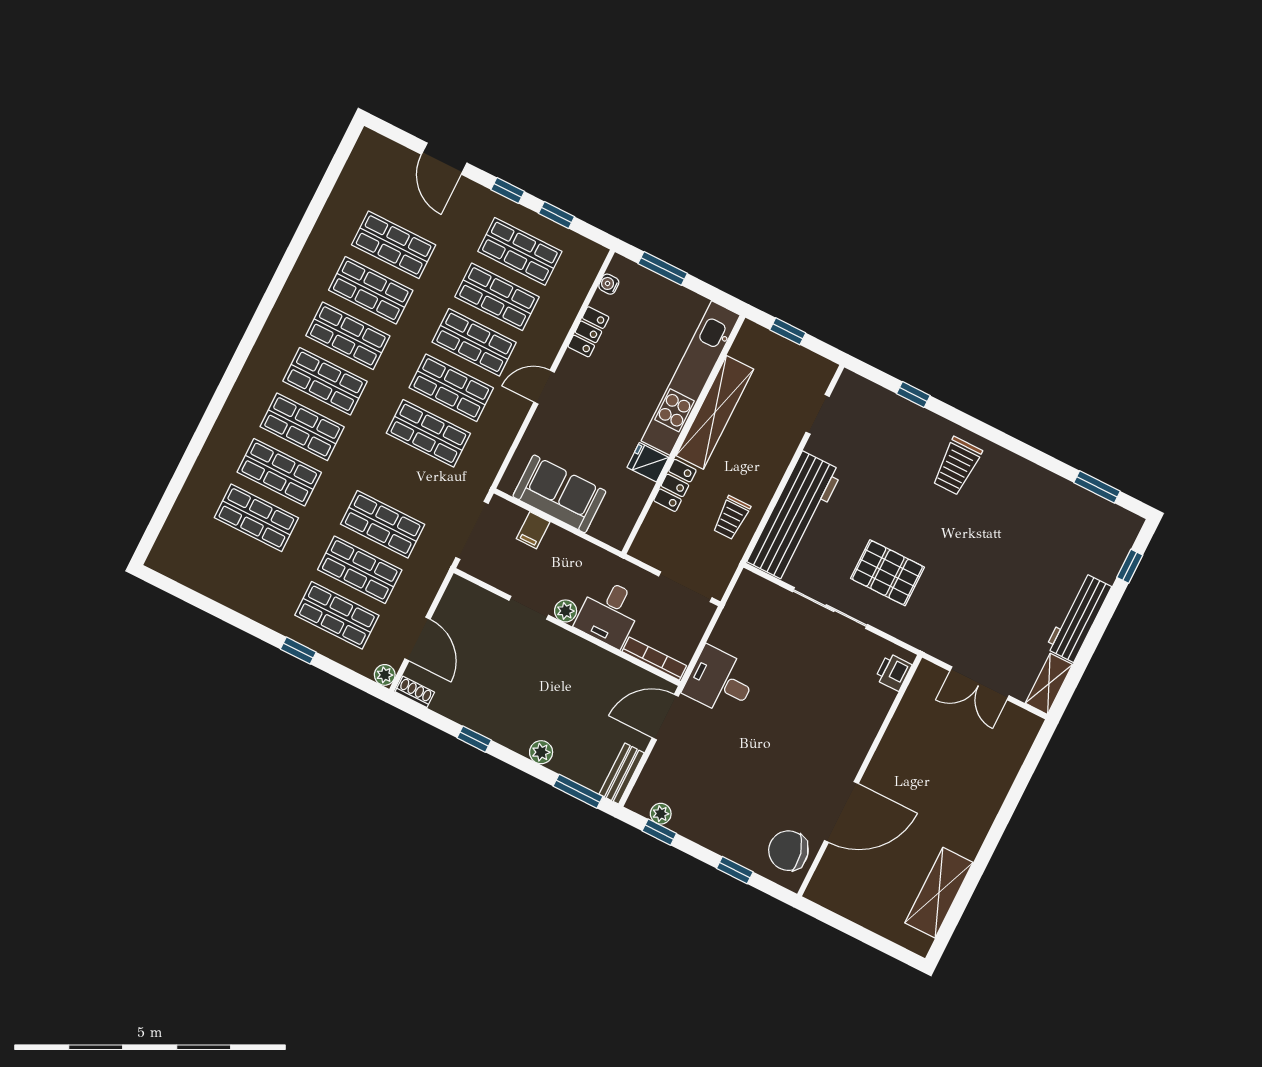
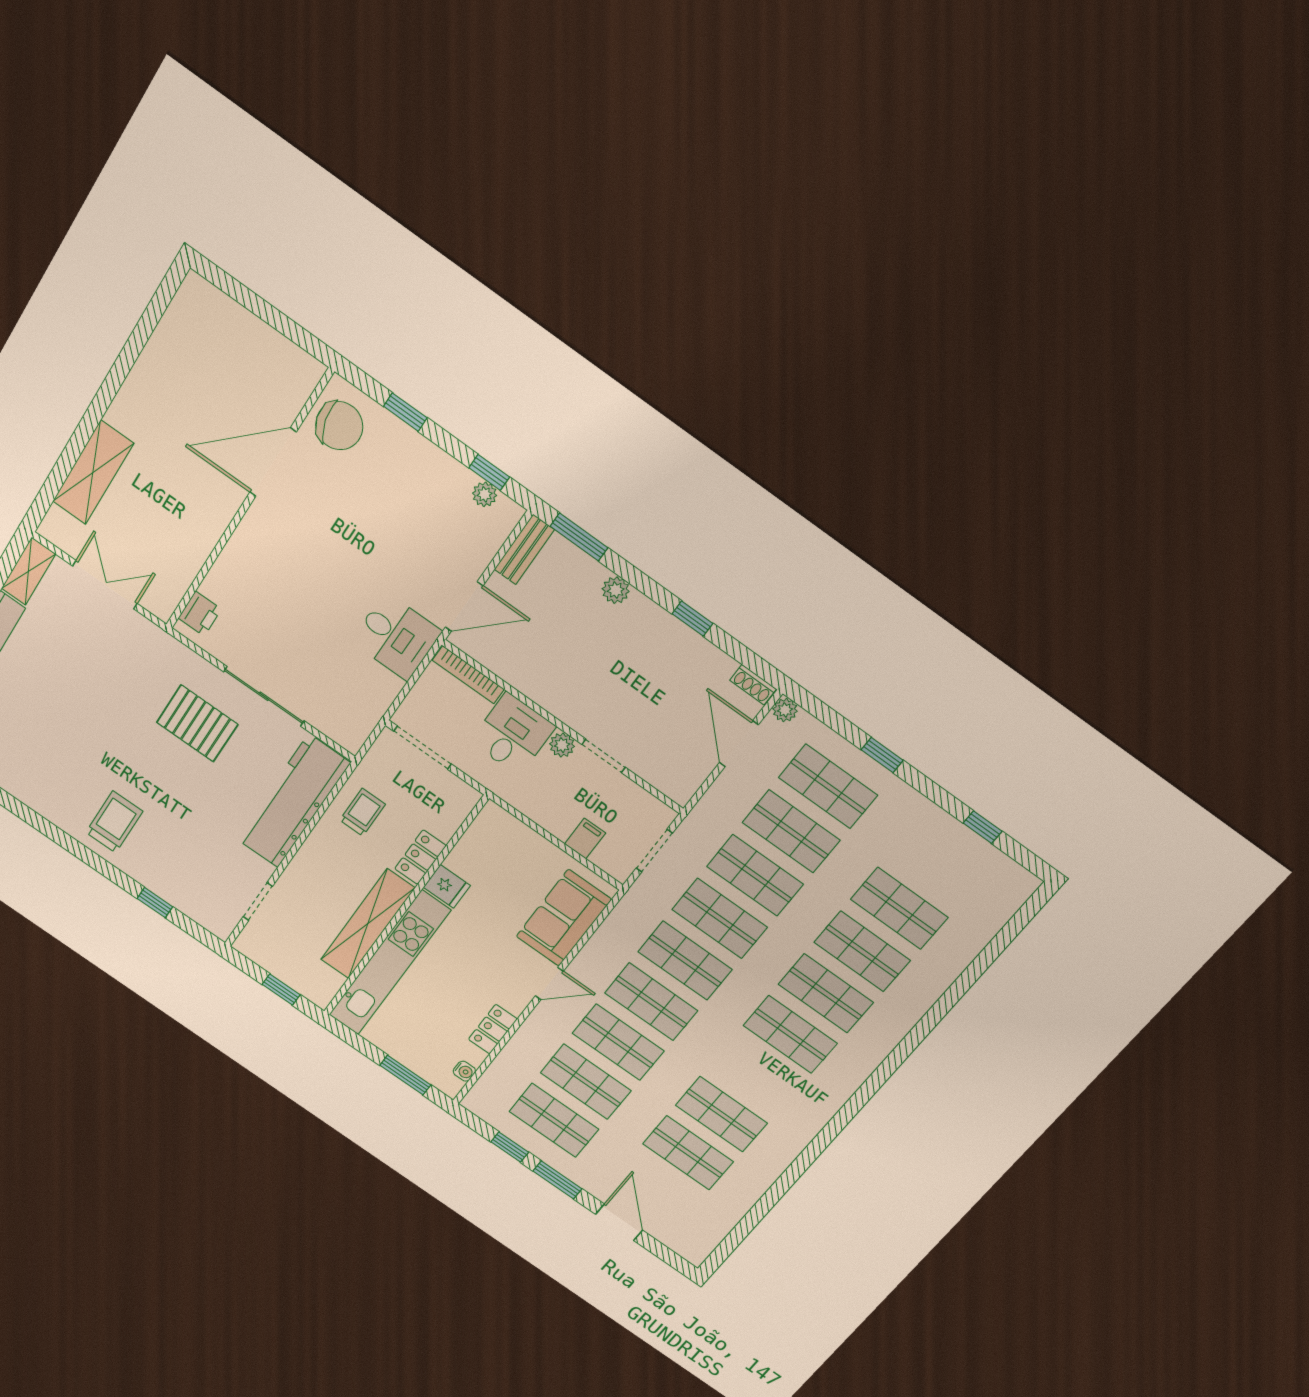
window: (508, 190) -> (557, 1180), width x1.50
shop shelf: (348, 336) -> (720, 918), moved
sofa: (559, 494) -> (564, 918), moved, turned 90
doorway: (472, 530) -> (654, 851), width x0.73
window: (204, 603) -> (983, 827), added
shelving: (939, 893) -> (93, 472), moved

